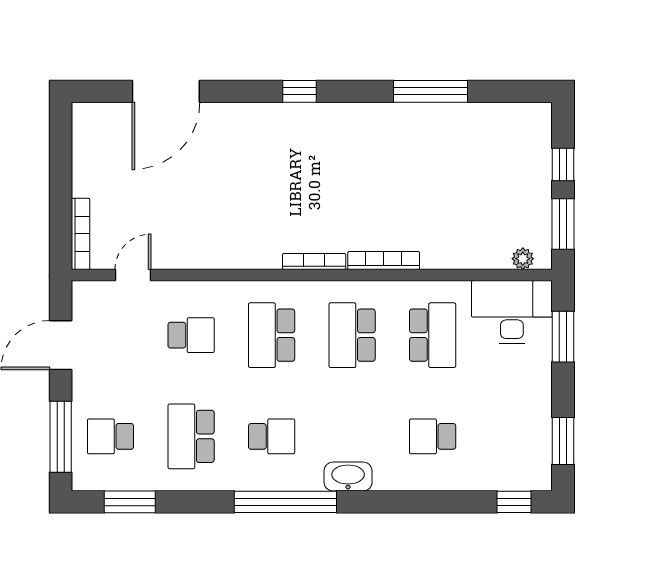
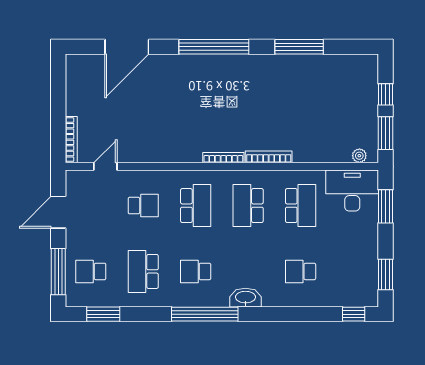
window: (299, 91) -> (214, 47), width x3.17
school desk: (272, 335) -> (196, 206), turned 180
school desk: (272, 436) -> (196, 271), turned 180

